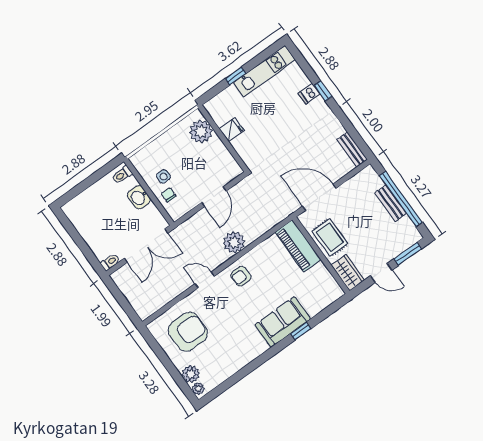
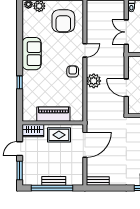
double door: (146, 246) -> (126, 32), width x0.73
piano: (298, 246) -> (53, 114), moved
sofa: (283, 322) -> (32, 54), moved

